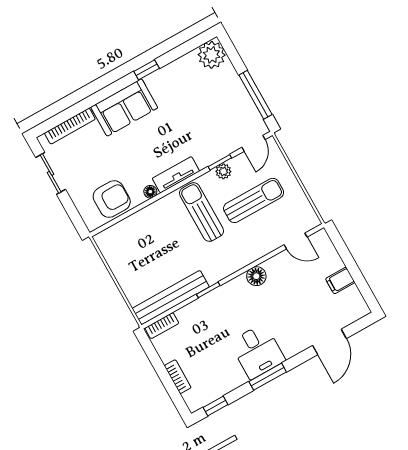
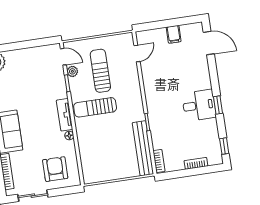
window: (255, 95) -> (32, 43), removed
plant: (223, 171) -> (72, 71), moved
armchair: (112, 199) -> (55, 169), moved
floor lamp: (256, 276) -> (150, 88), removed
door: (330, 342) -> (209, 43), moved
window: (268, 377) -> (218, 105), width x0.67

